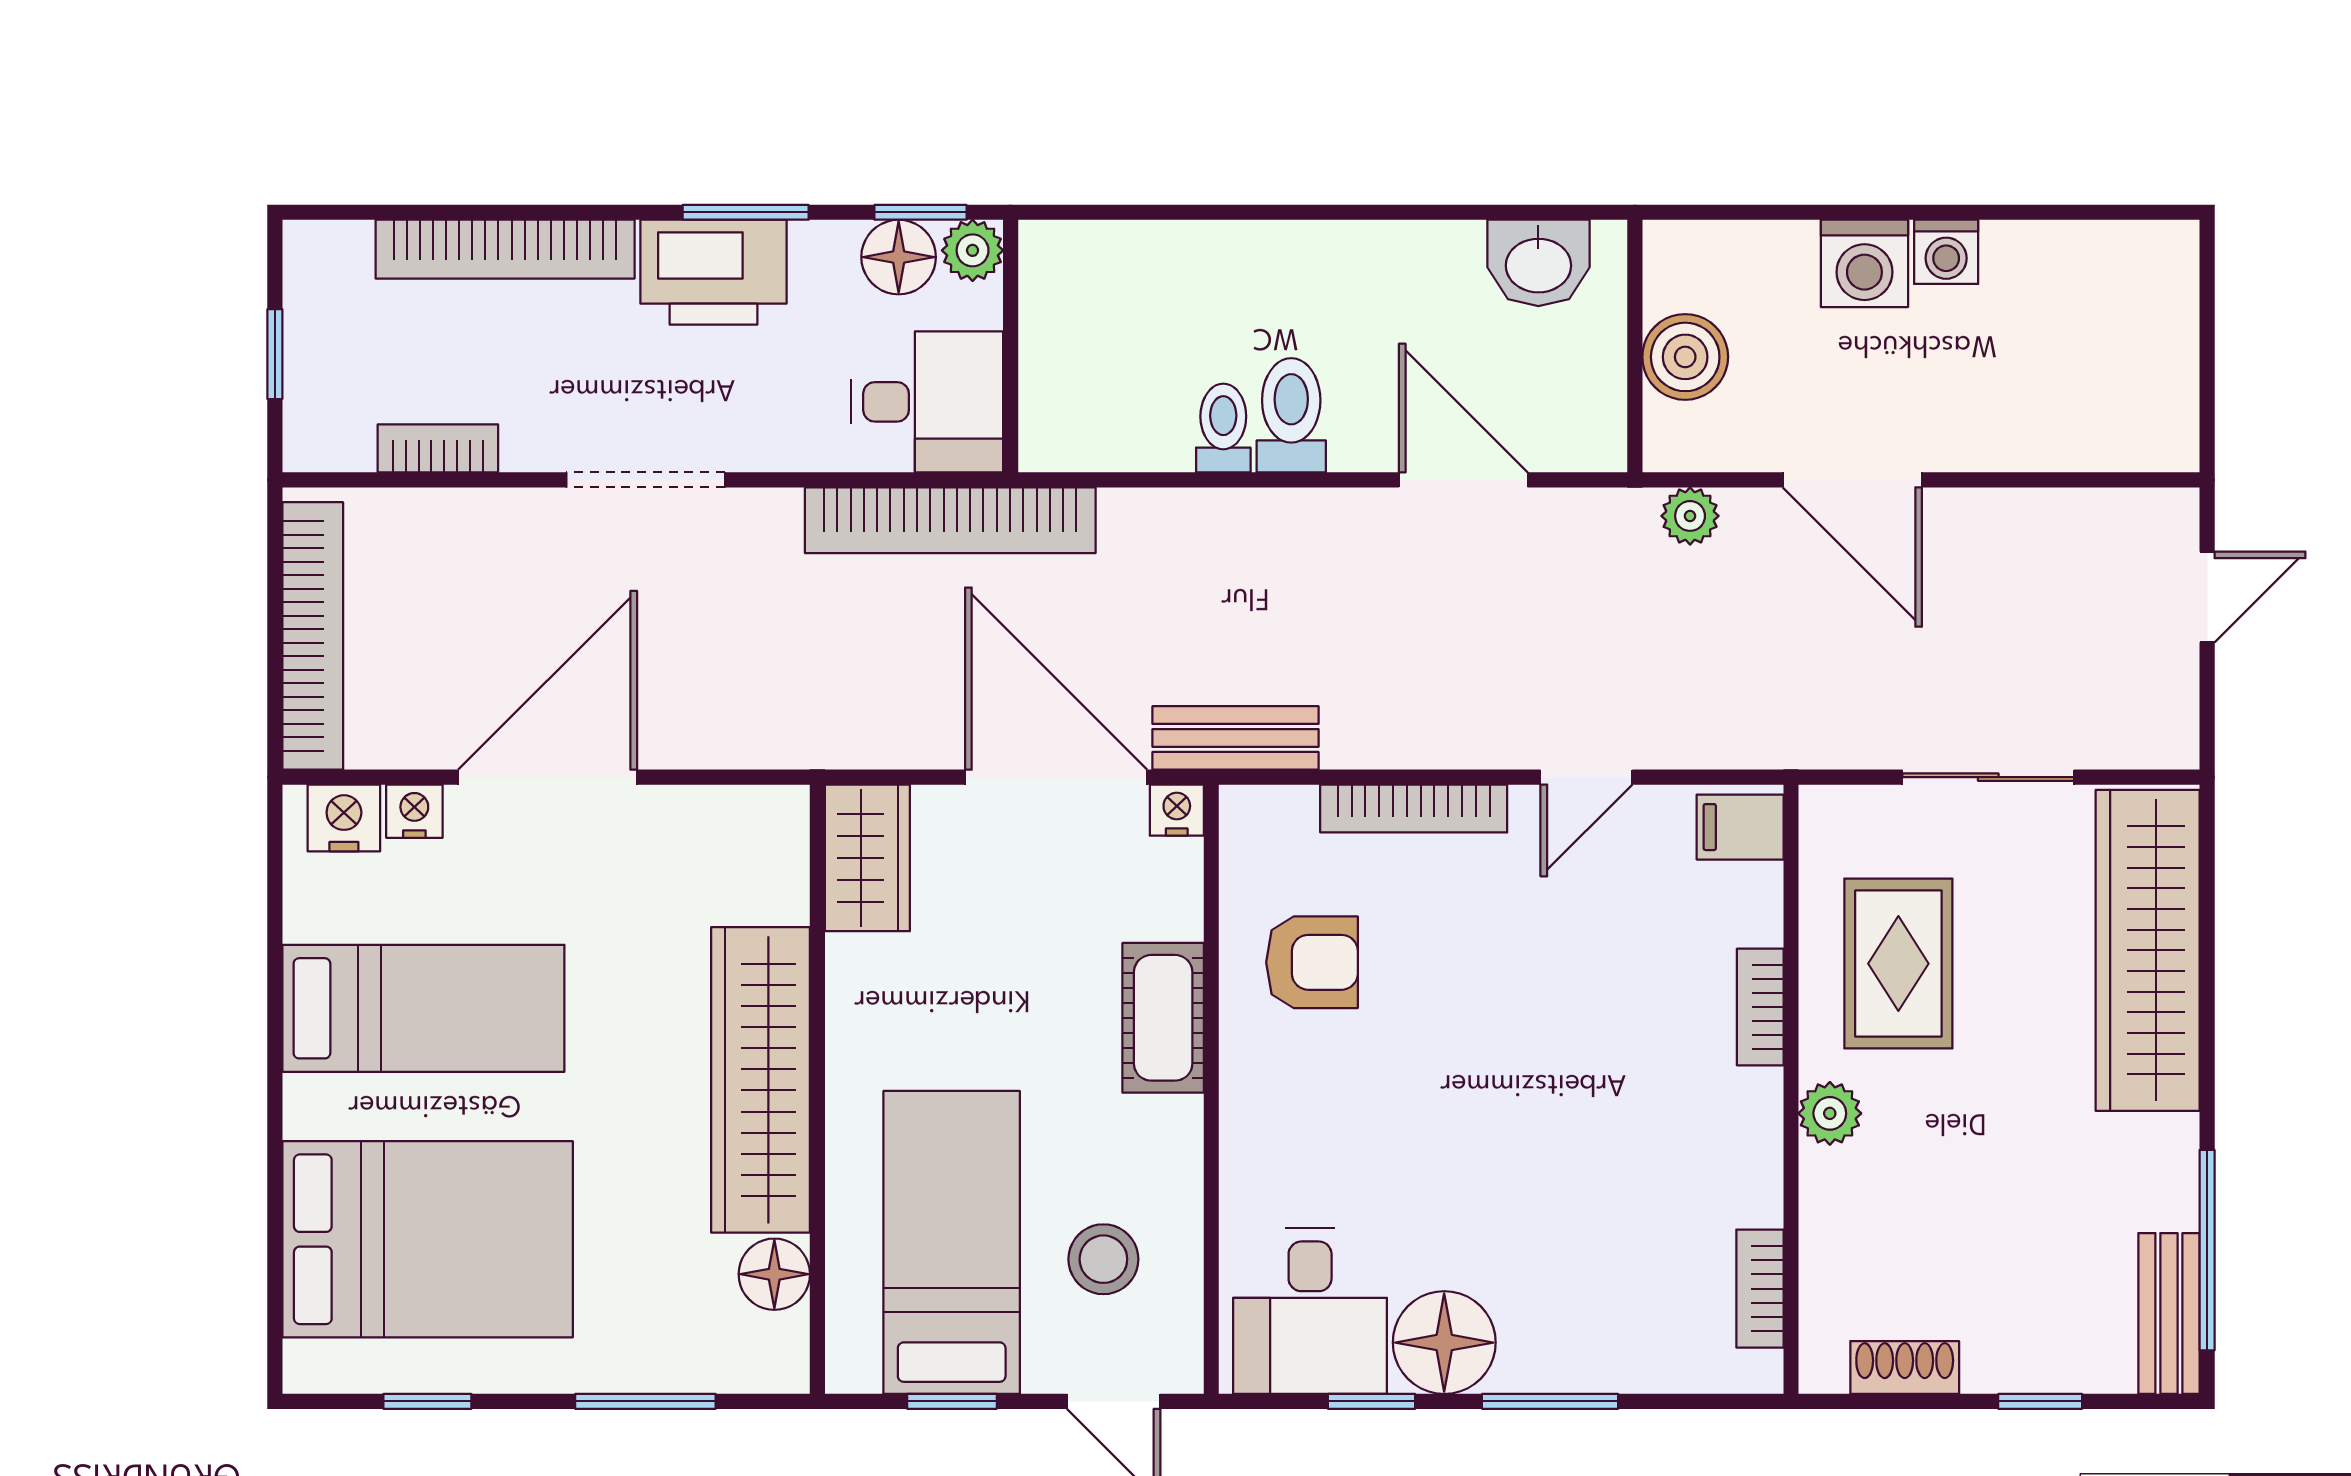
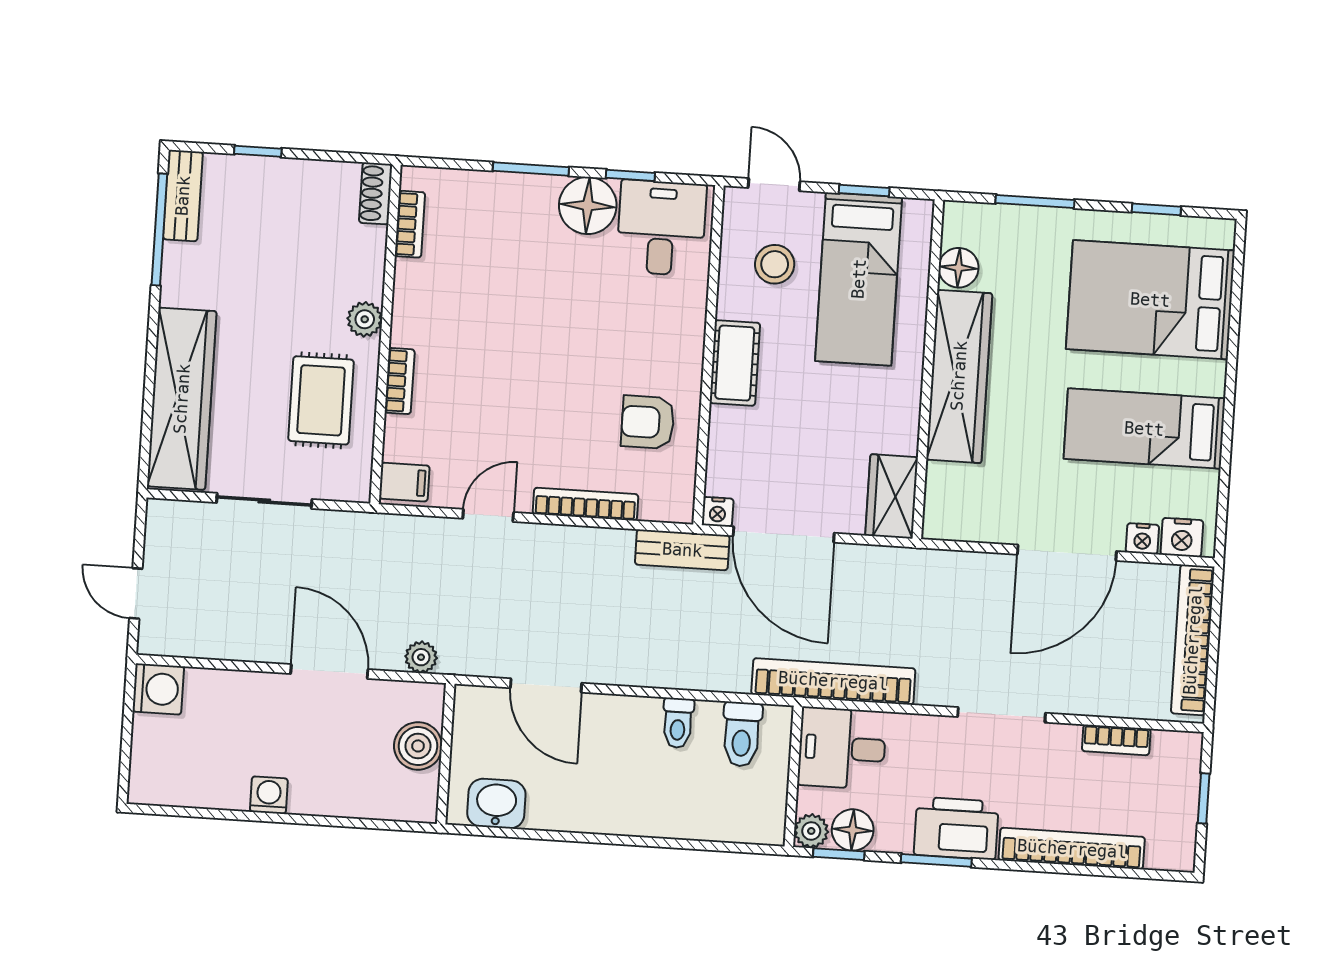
washing machine: (1864, 263) -> (158, 689), moved, turned 90
toilet: (1291, 415) -> (742, 734), moved
door: (2207, 597) -> (136, 593), hinge flipped
cot: (1163, 1018) -> (735, 363), moved
shoe rack: (1905, 1368) -> (376, 193), moved, turned 90

